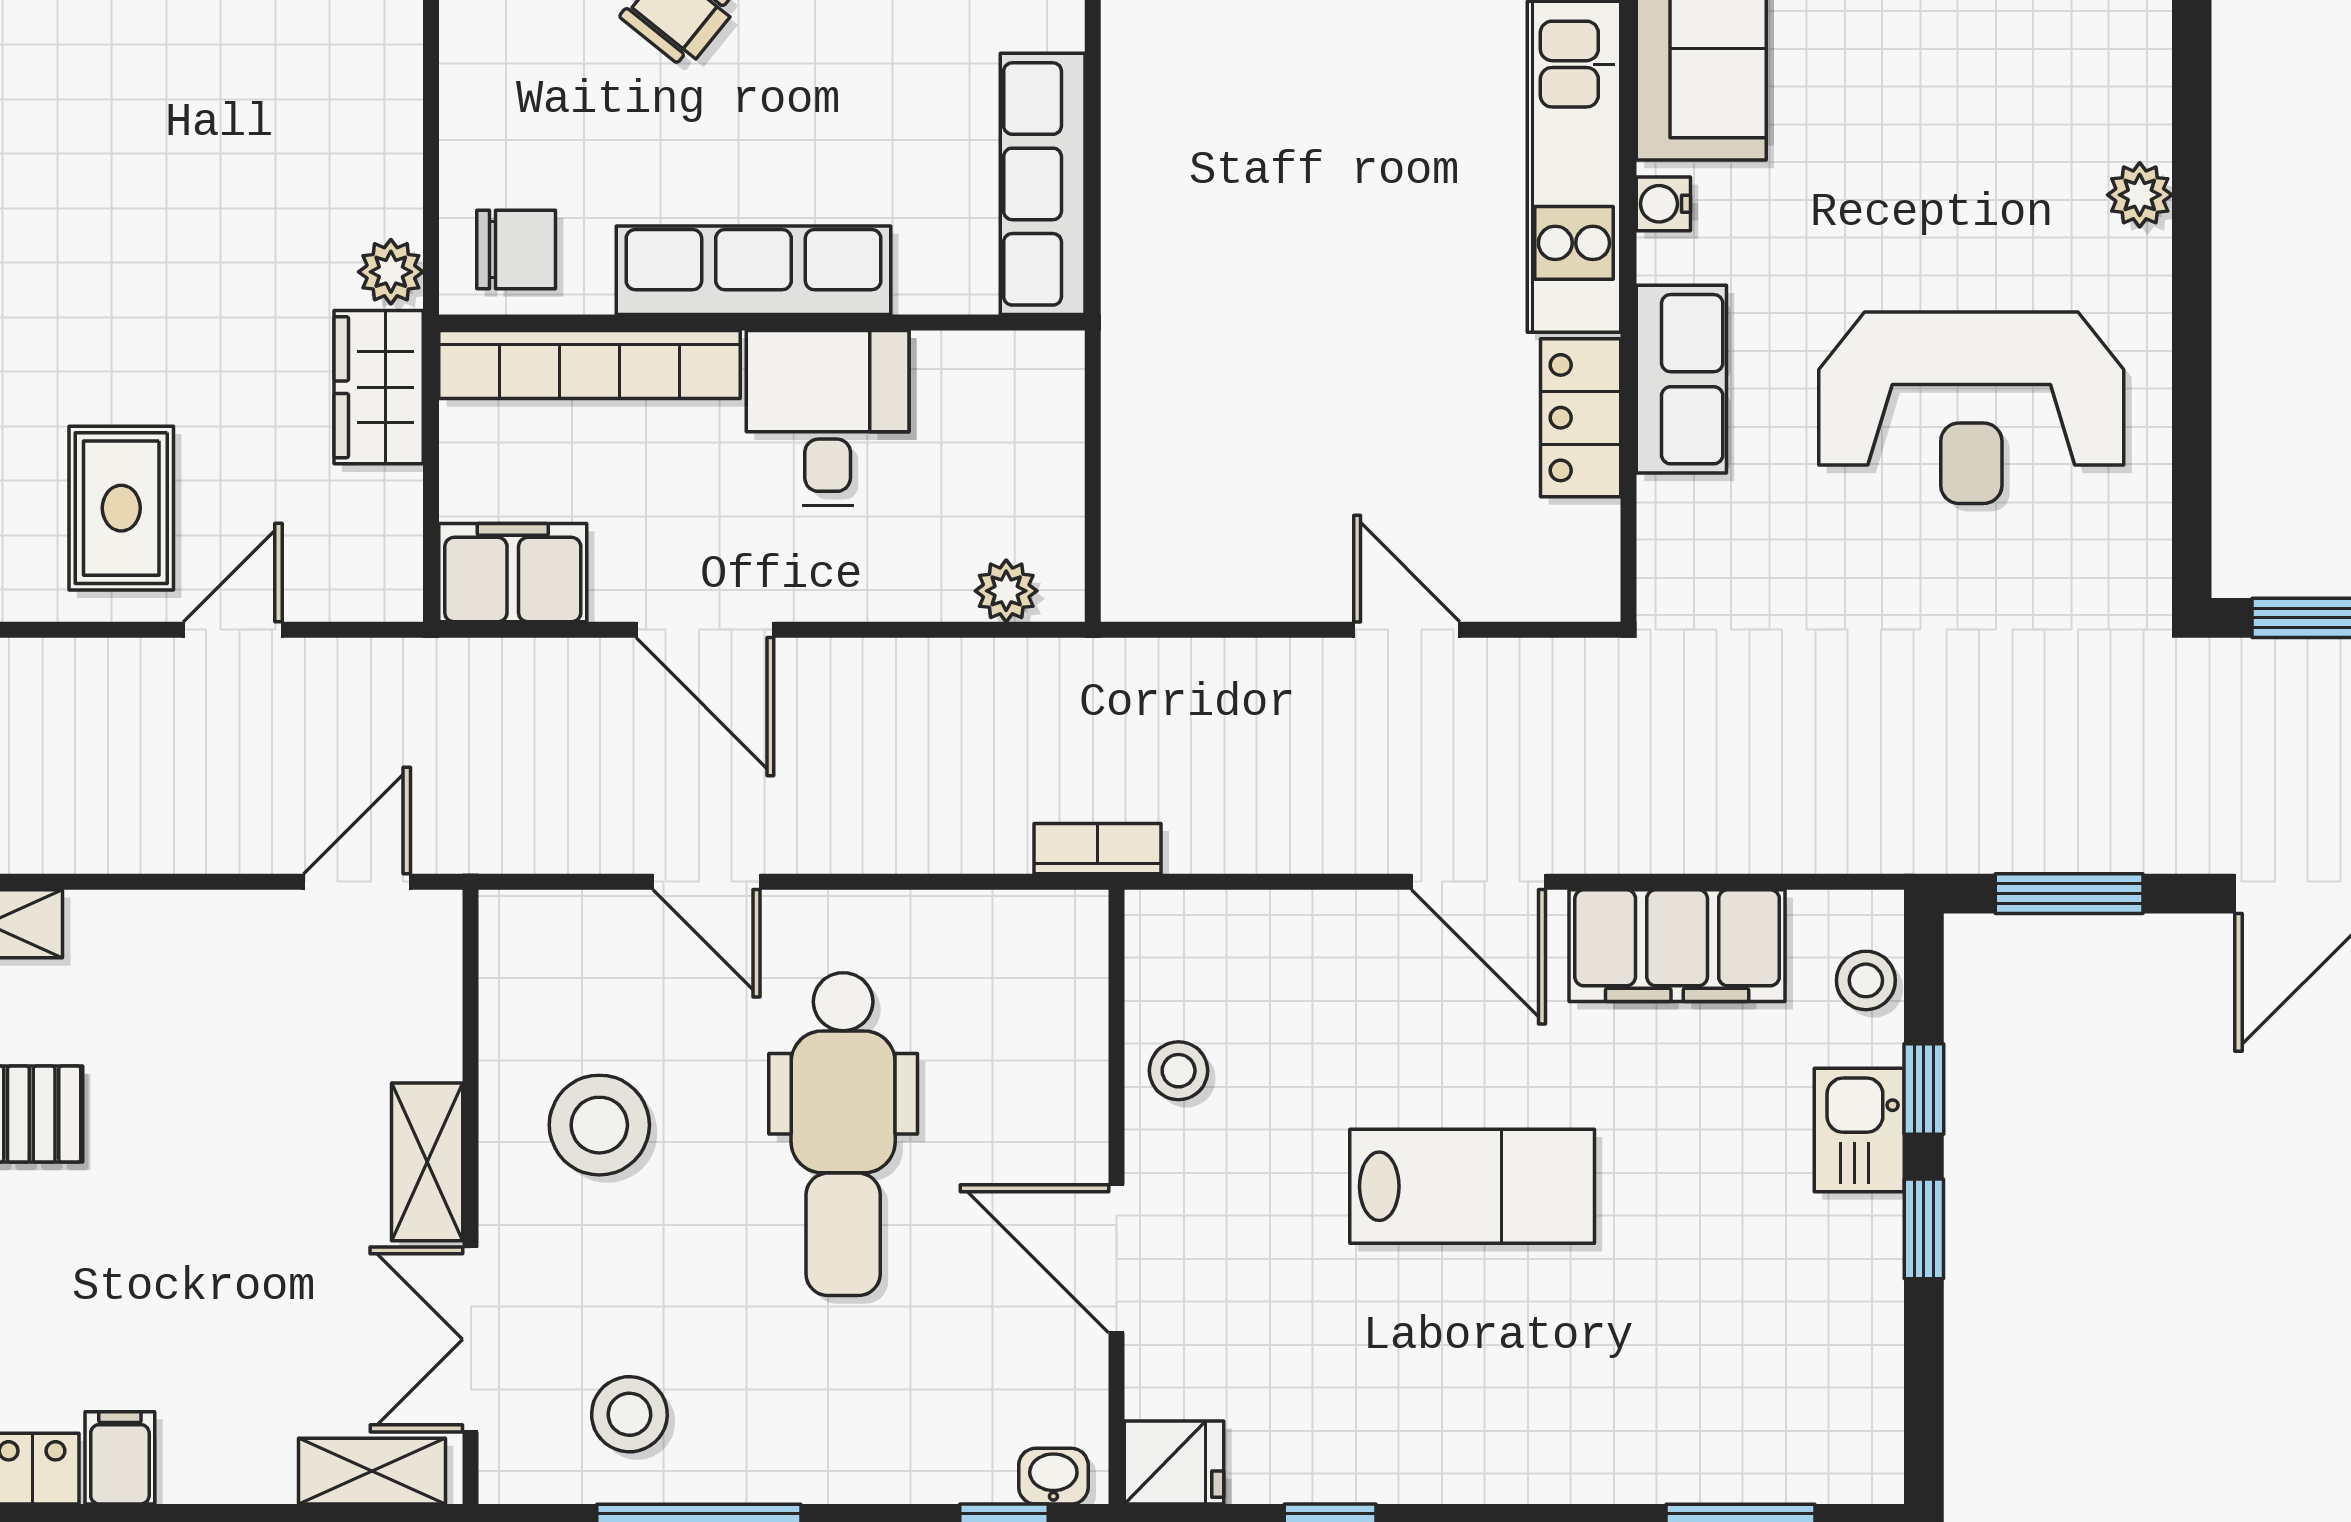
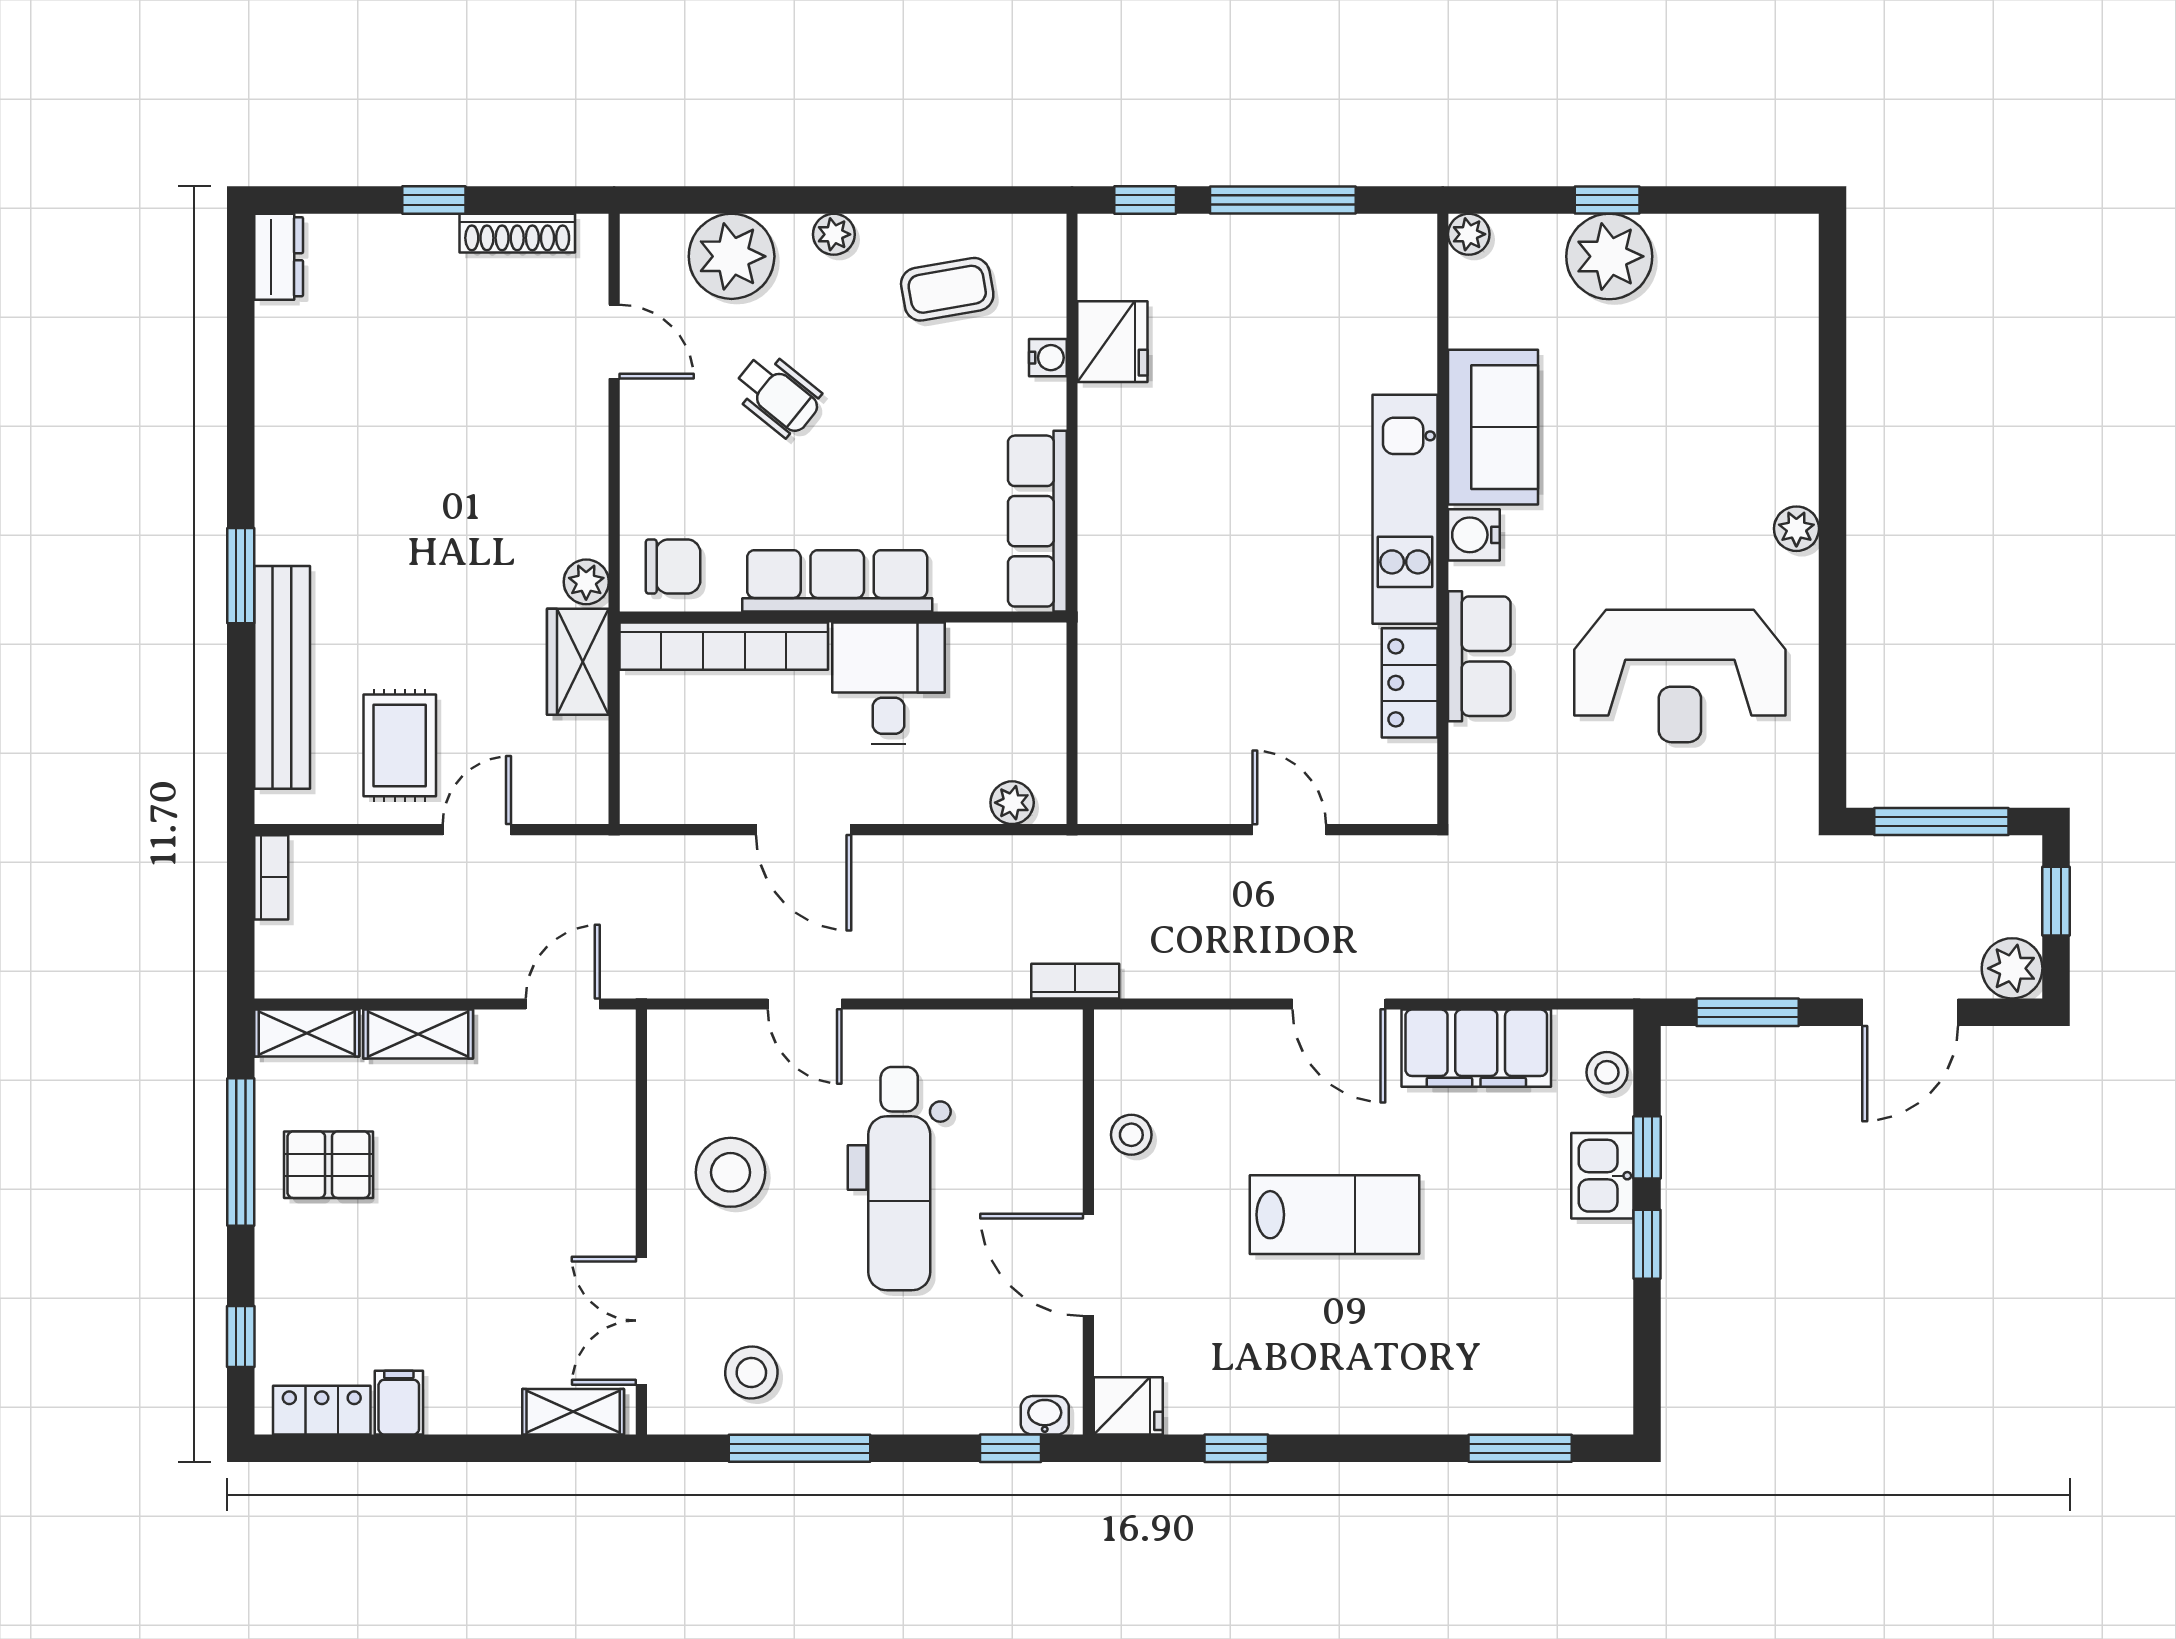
water cooler: (1663, 204) -> (1474, 535), width x1.38, depth x1.38
filing cabinet: (513, 573) -> (671, 790), removed
shelving: (427, 1162) -> (418, 1034), moved, turned 90

